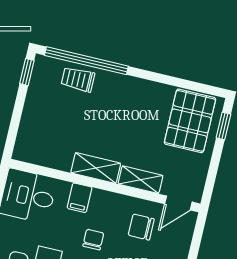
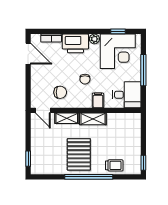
window: (86, 61) -> (89, 177), moved
pallet: (190, 121) -> (79, 154), moved
door: (178, 203) -> (43, 110), swing flipped

